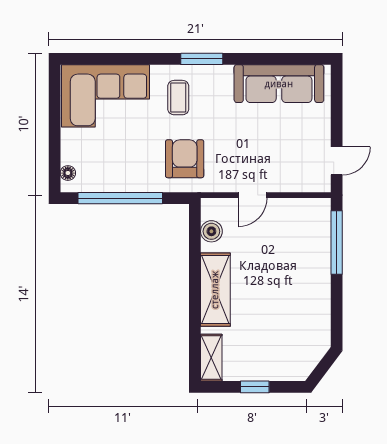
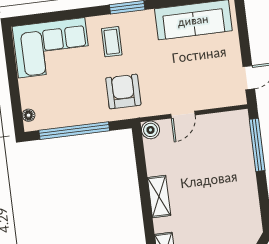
boiler: (211, 231) -> (150, 130), moved
shelving: (215, 290) -> (159, 197), width x0.67, depth x0.75

